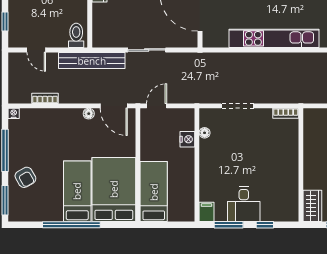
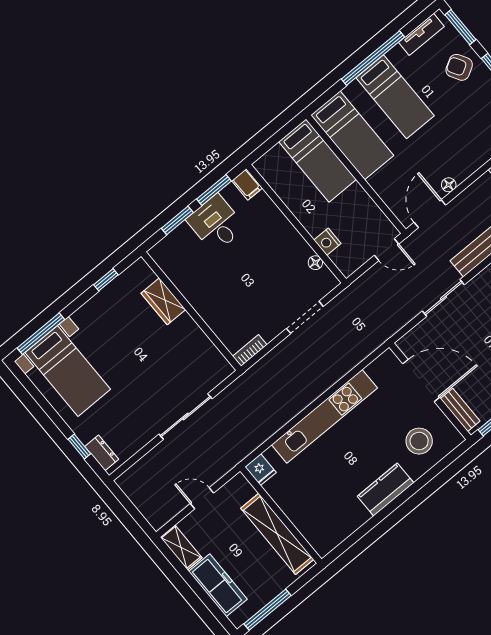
door: (114, 106) -> (430, 214), hinge flipped
door: (157, 106) -> (386, 250), hinge flipped
bed: (114, 189) -> (352, 135), width x0.67
wardrobe: (312, 206) -> (163, 301), moved
tv unit: (32, 215) -> (421, 34), added
window: (265, 225) -> (177, 220), width x1.50

